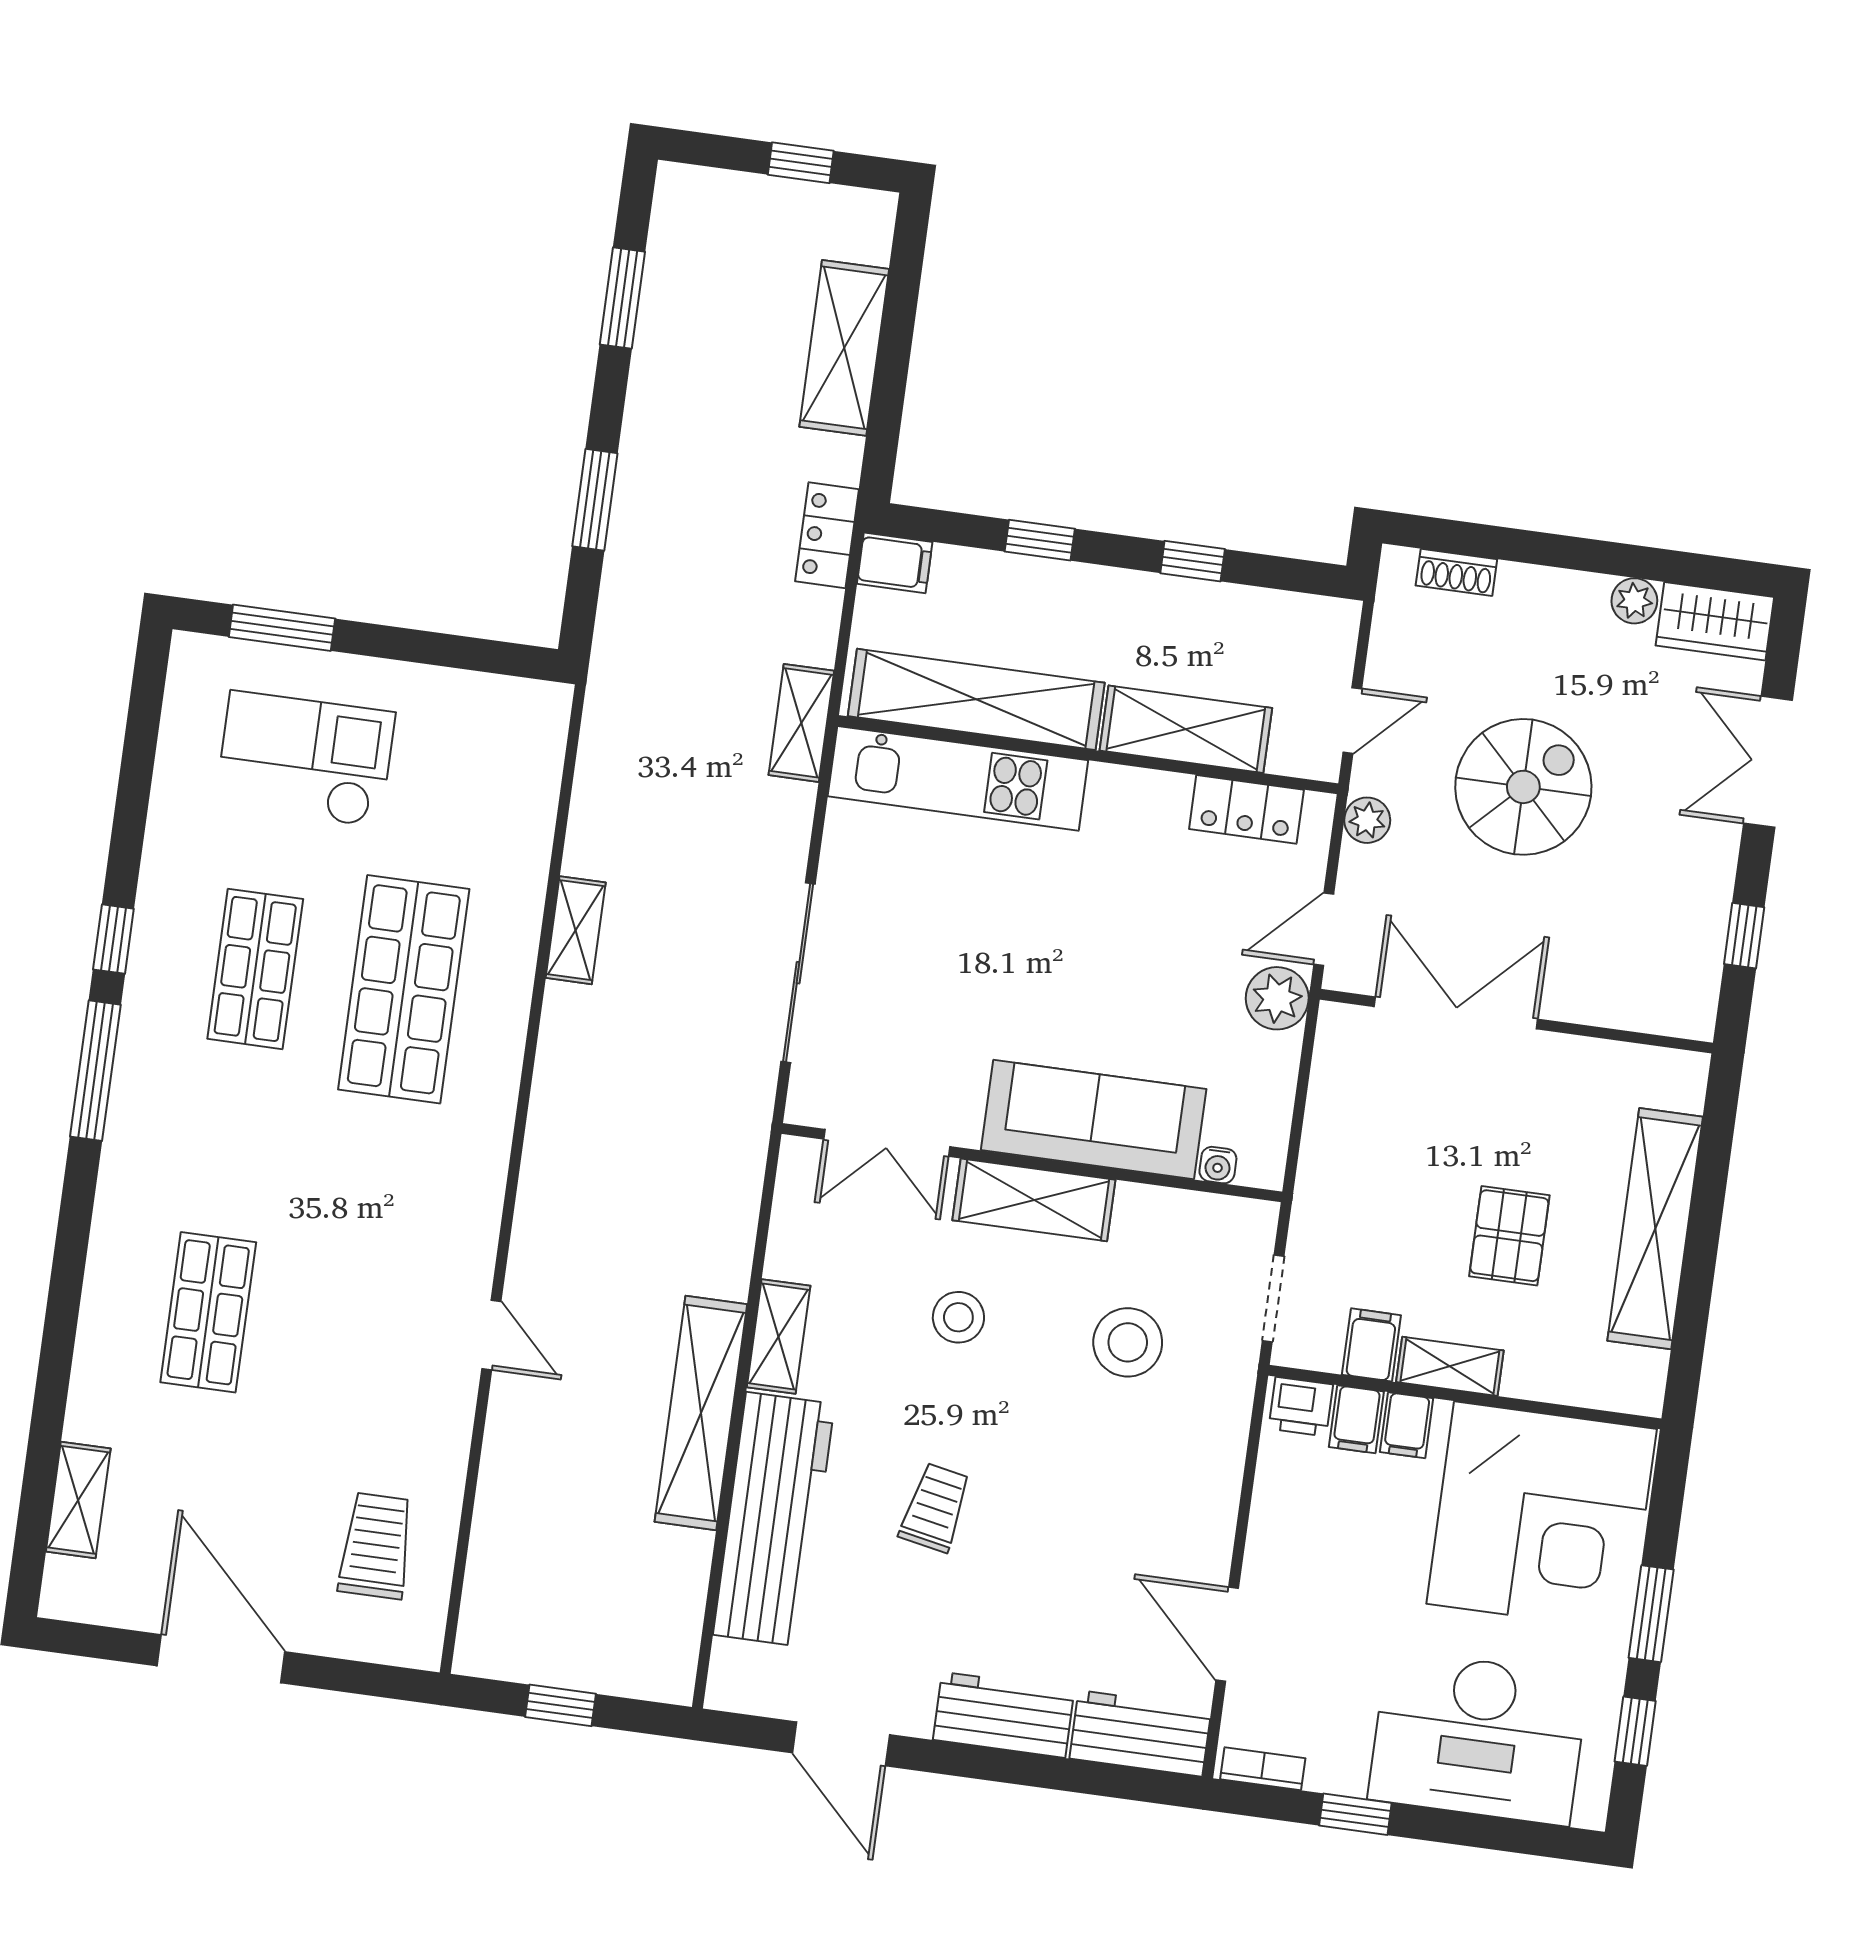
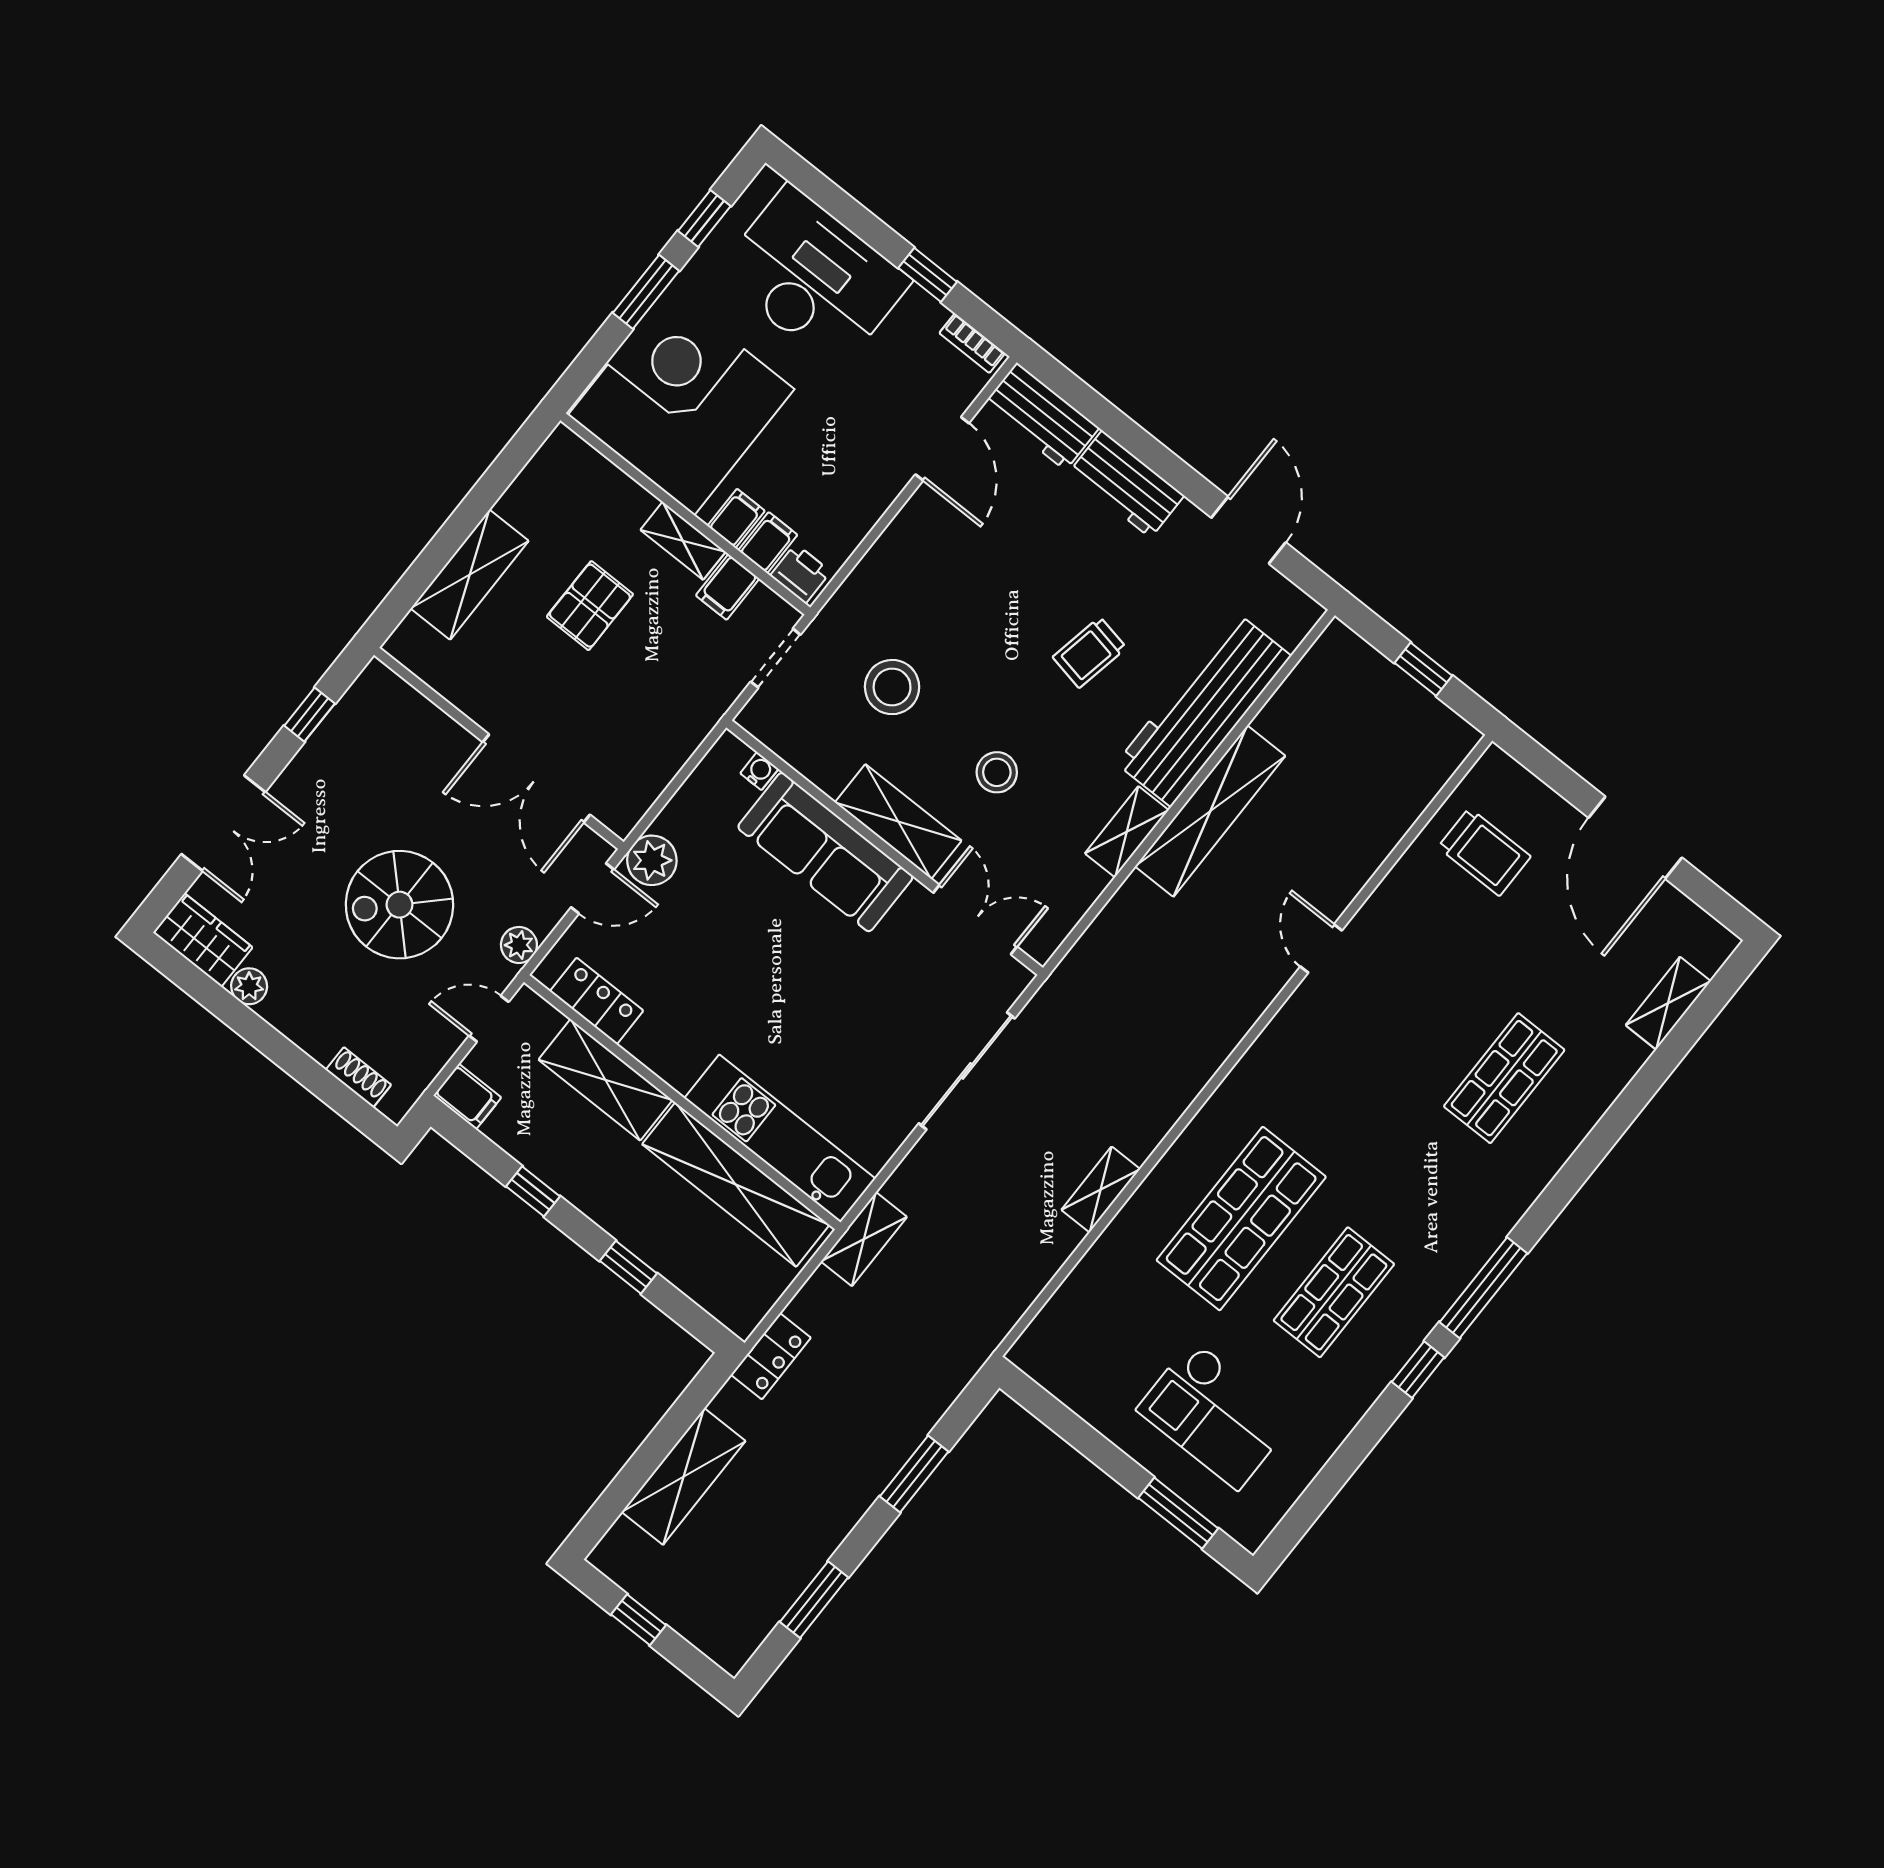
filing cabinet: (895, 563) -> (467, 1096), moved, turned 180
shelving: (1655, 1229) -> (470, 575), width x0.68
trolley: (376, 1546) -> (1484, 852), turned -90

